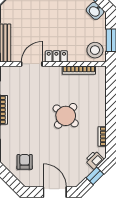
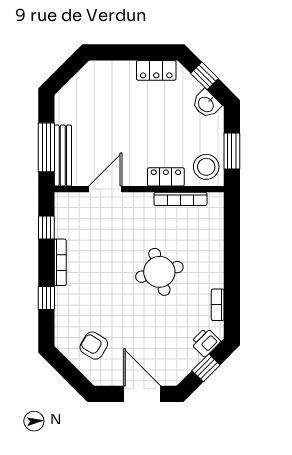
locker: (56, 56) -> (166, 177), moved
round table: (66, 116) -> (159, 272), turned 35
armchair: (25, 162) -> (94, 346), turned -59

